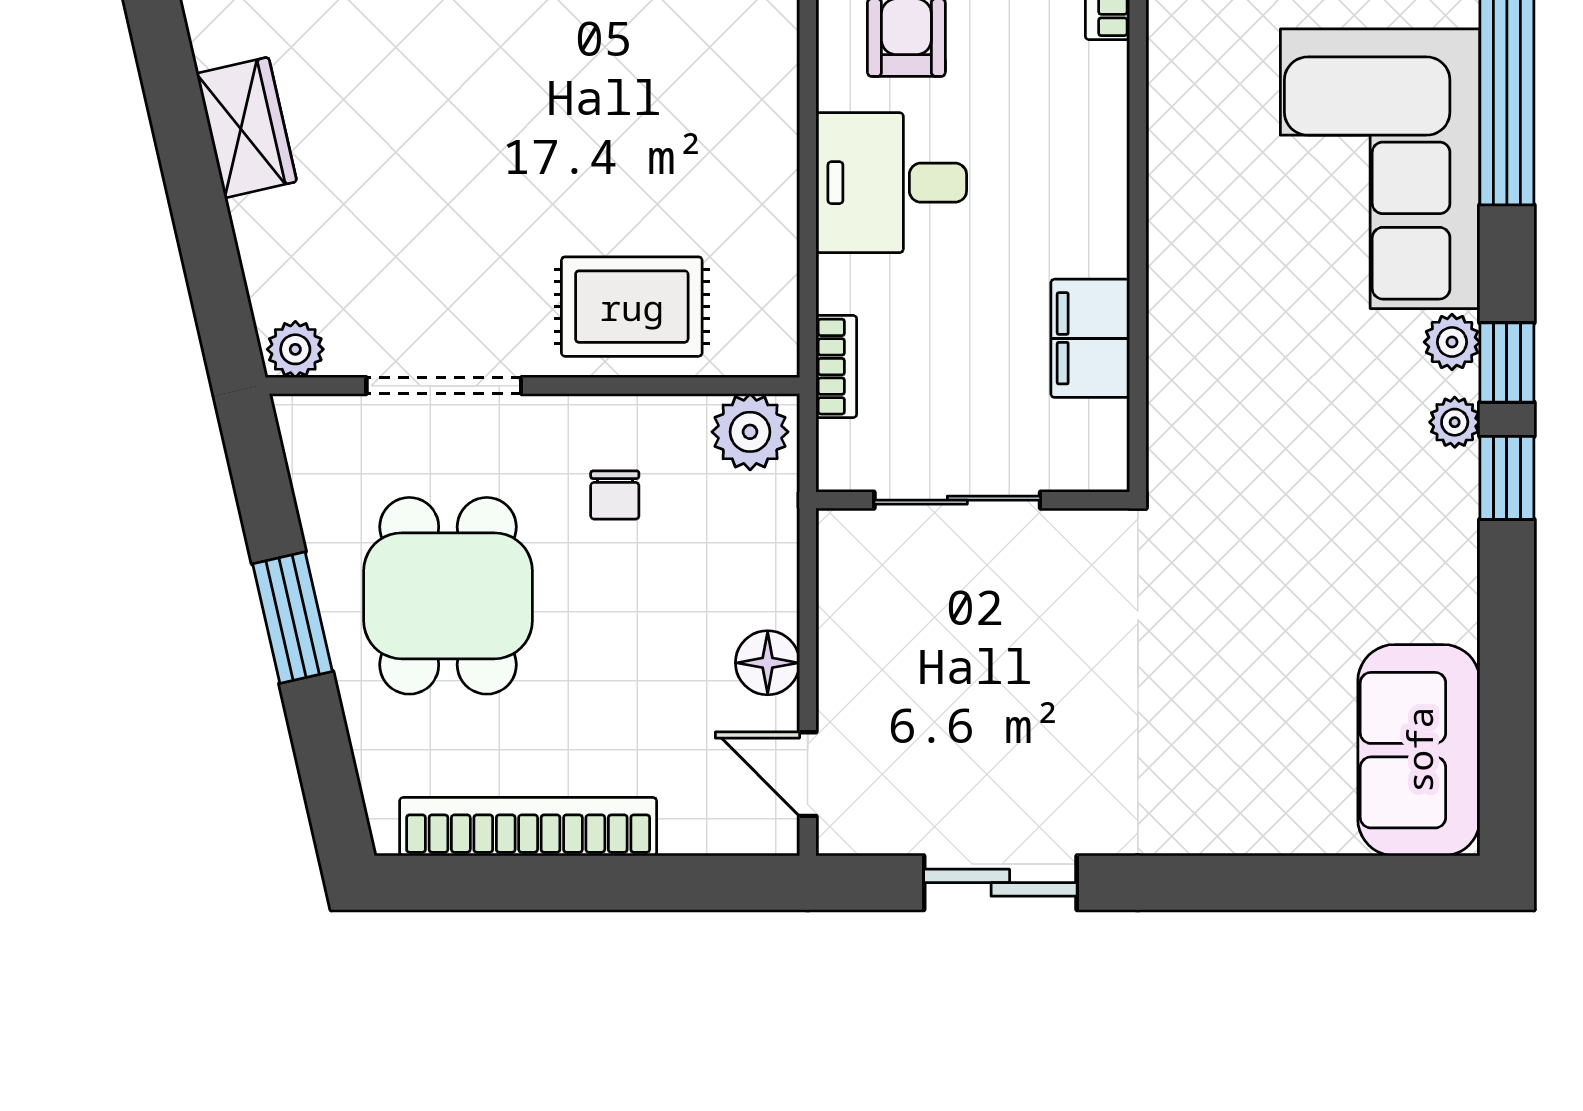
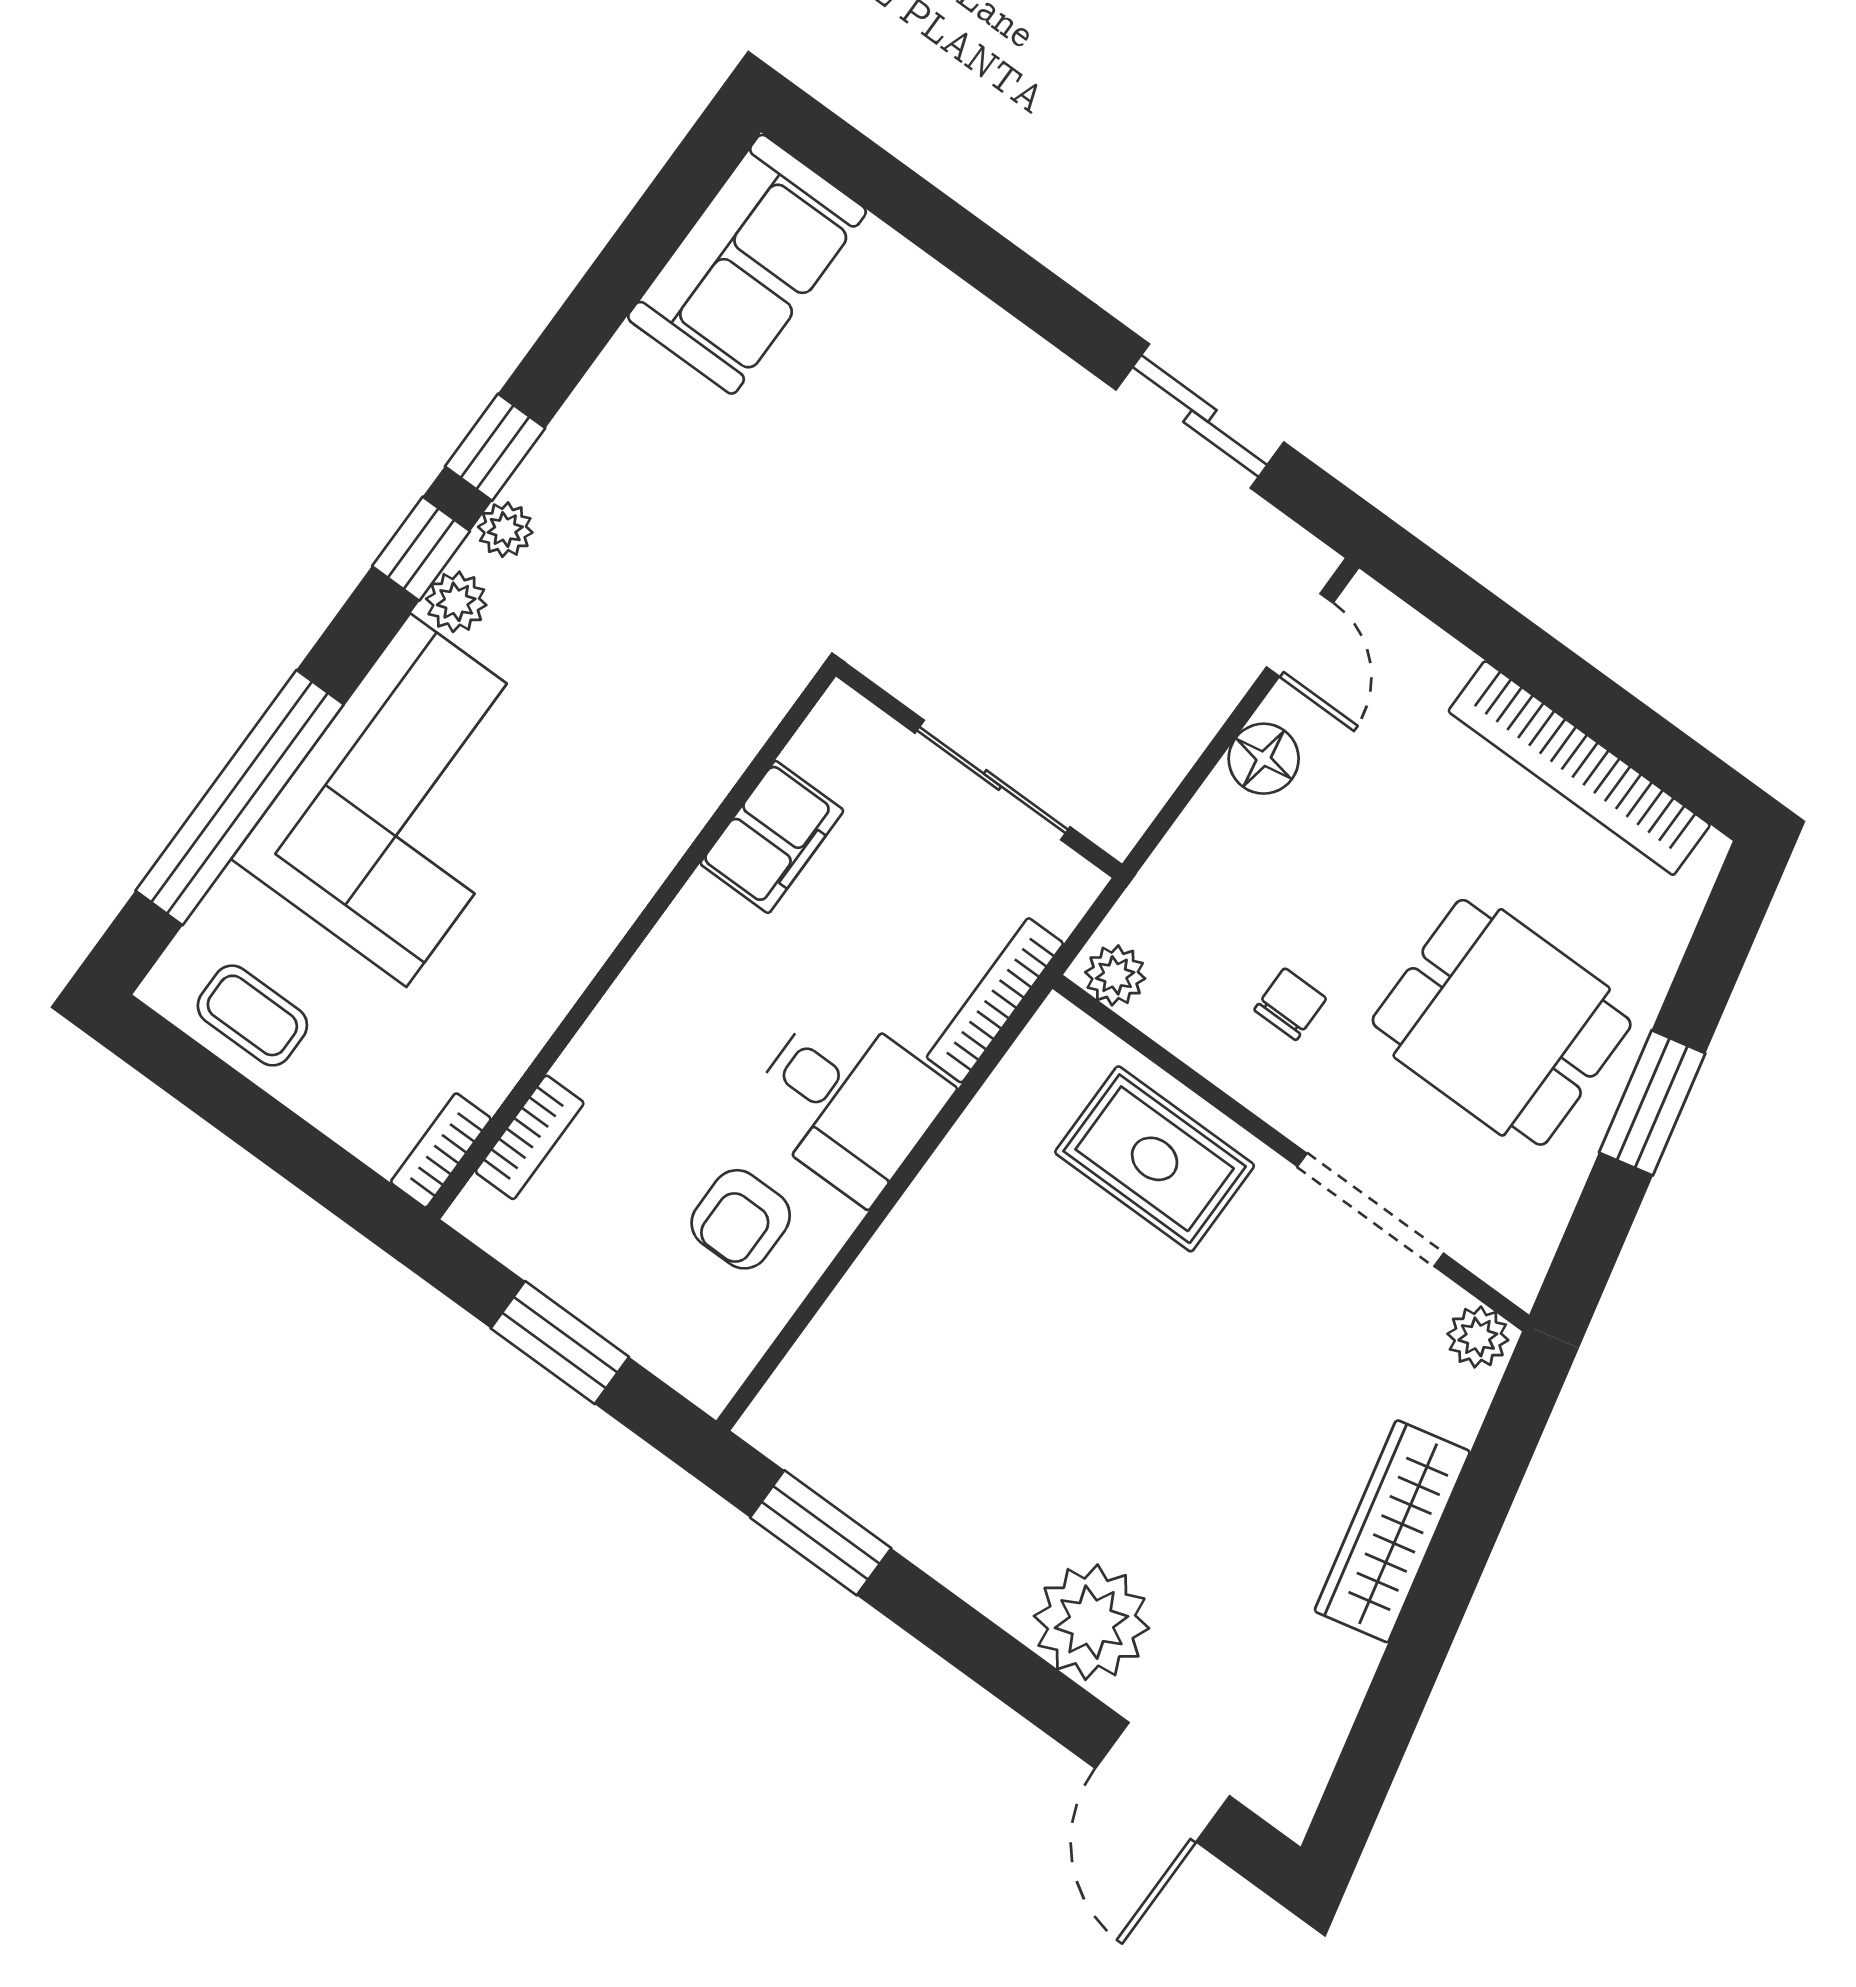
wardrobe: (247, 128) -> (1392, 1531), width x1.50
bookcase: (836, 367) -> (995, 1000), width x1.56
plant: (750, 432) -> (1115, 975), width x0.73, depth x0.73
dining table: (448, 596) -> (1502, 1022), turned 90

